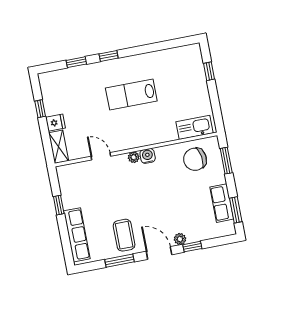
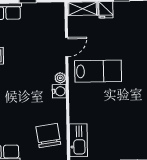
lab bench: (131, 94) -> (98, 71), moved, turned 90

